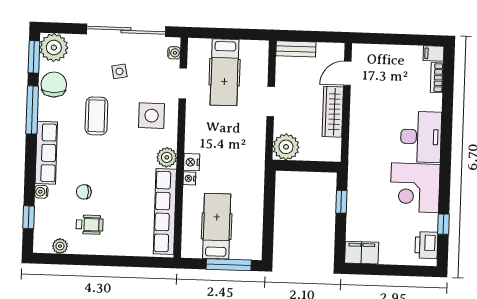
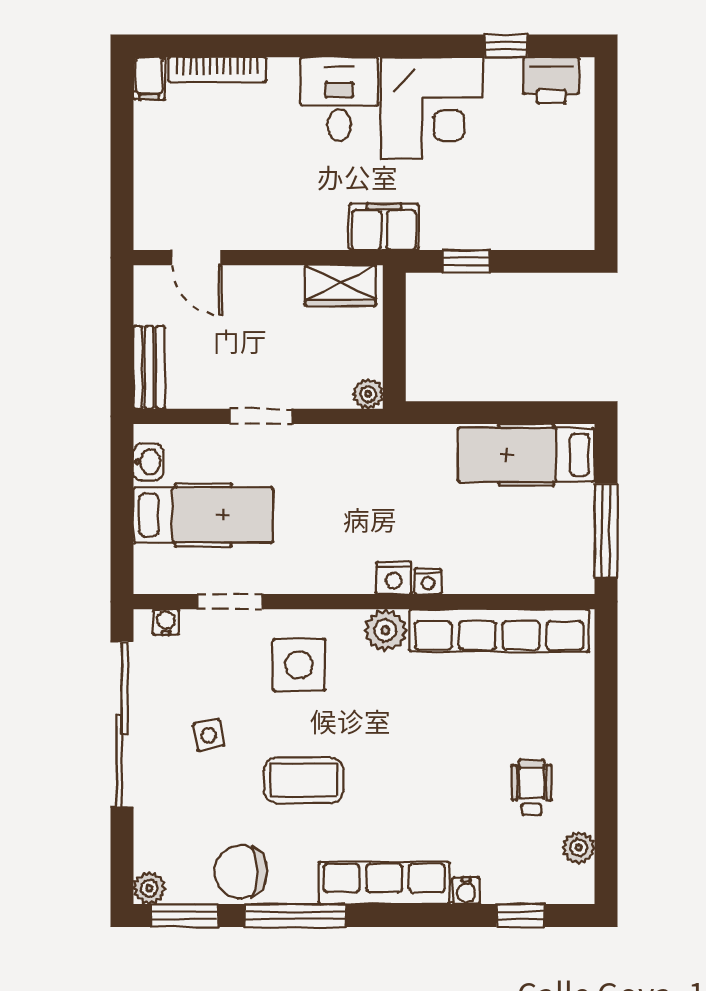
washbasin: (251, 47) -> (148, 462), added
plant: (54, 48) -> (149, 888), width x0.53, depth x0.53
bookcase: (437, 78) -> (217, 70), width x1.56
wardrobe: (333, 112) -> (341, 286), moved, width x0.67
desk: (421, 137) -> (339, 99), width x0.73
plant: (286, 147) -> (368, 394), width x0.53, depth x0.53
chair: (84, 192) -> (464, 801), removed
hospital bed: (217, 226) -> (526, 455), moved
filing cabinet: (362, 253) -> (384, 227), moved, turned 90
window: (229, 265) -> (606, 531), moved

